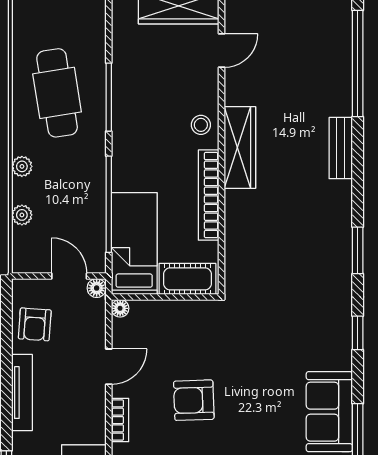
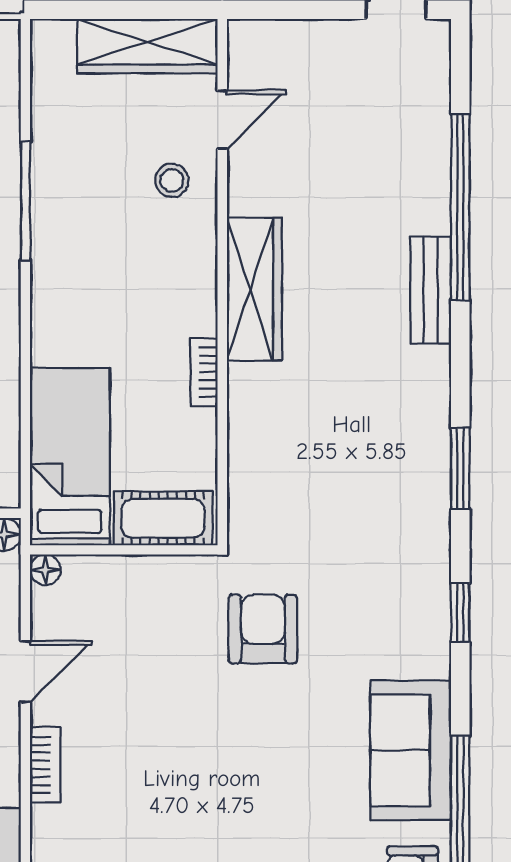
window: (358, 63) -> (460, 207), moved
stool: (201, 125) -> (172, 180), moved
bookcase: (209, 195) -> (204, 372), width x0.43, depth x0.76
window: (109, 204) -> (25, 388), removed
armchair: (194, 400) -> (263, 629), moved, turned 92

